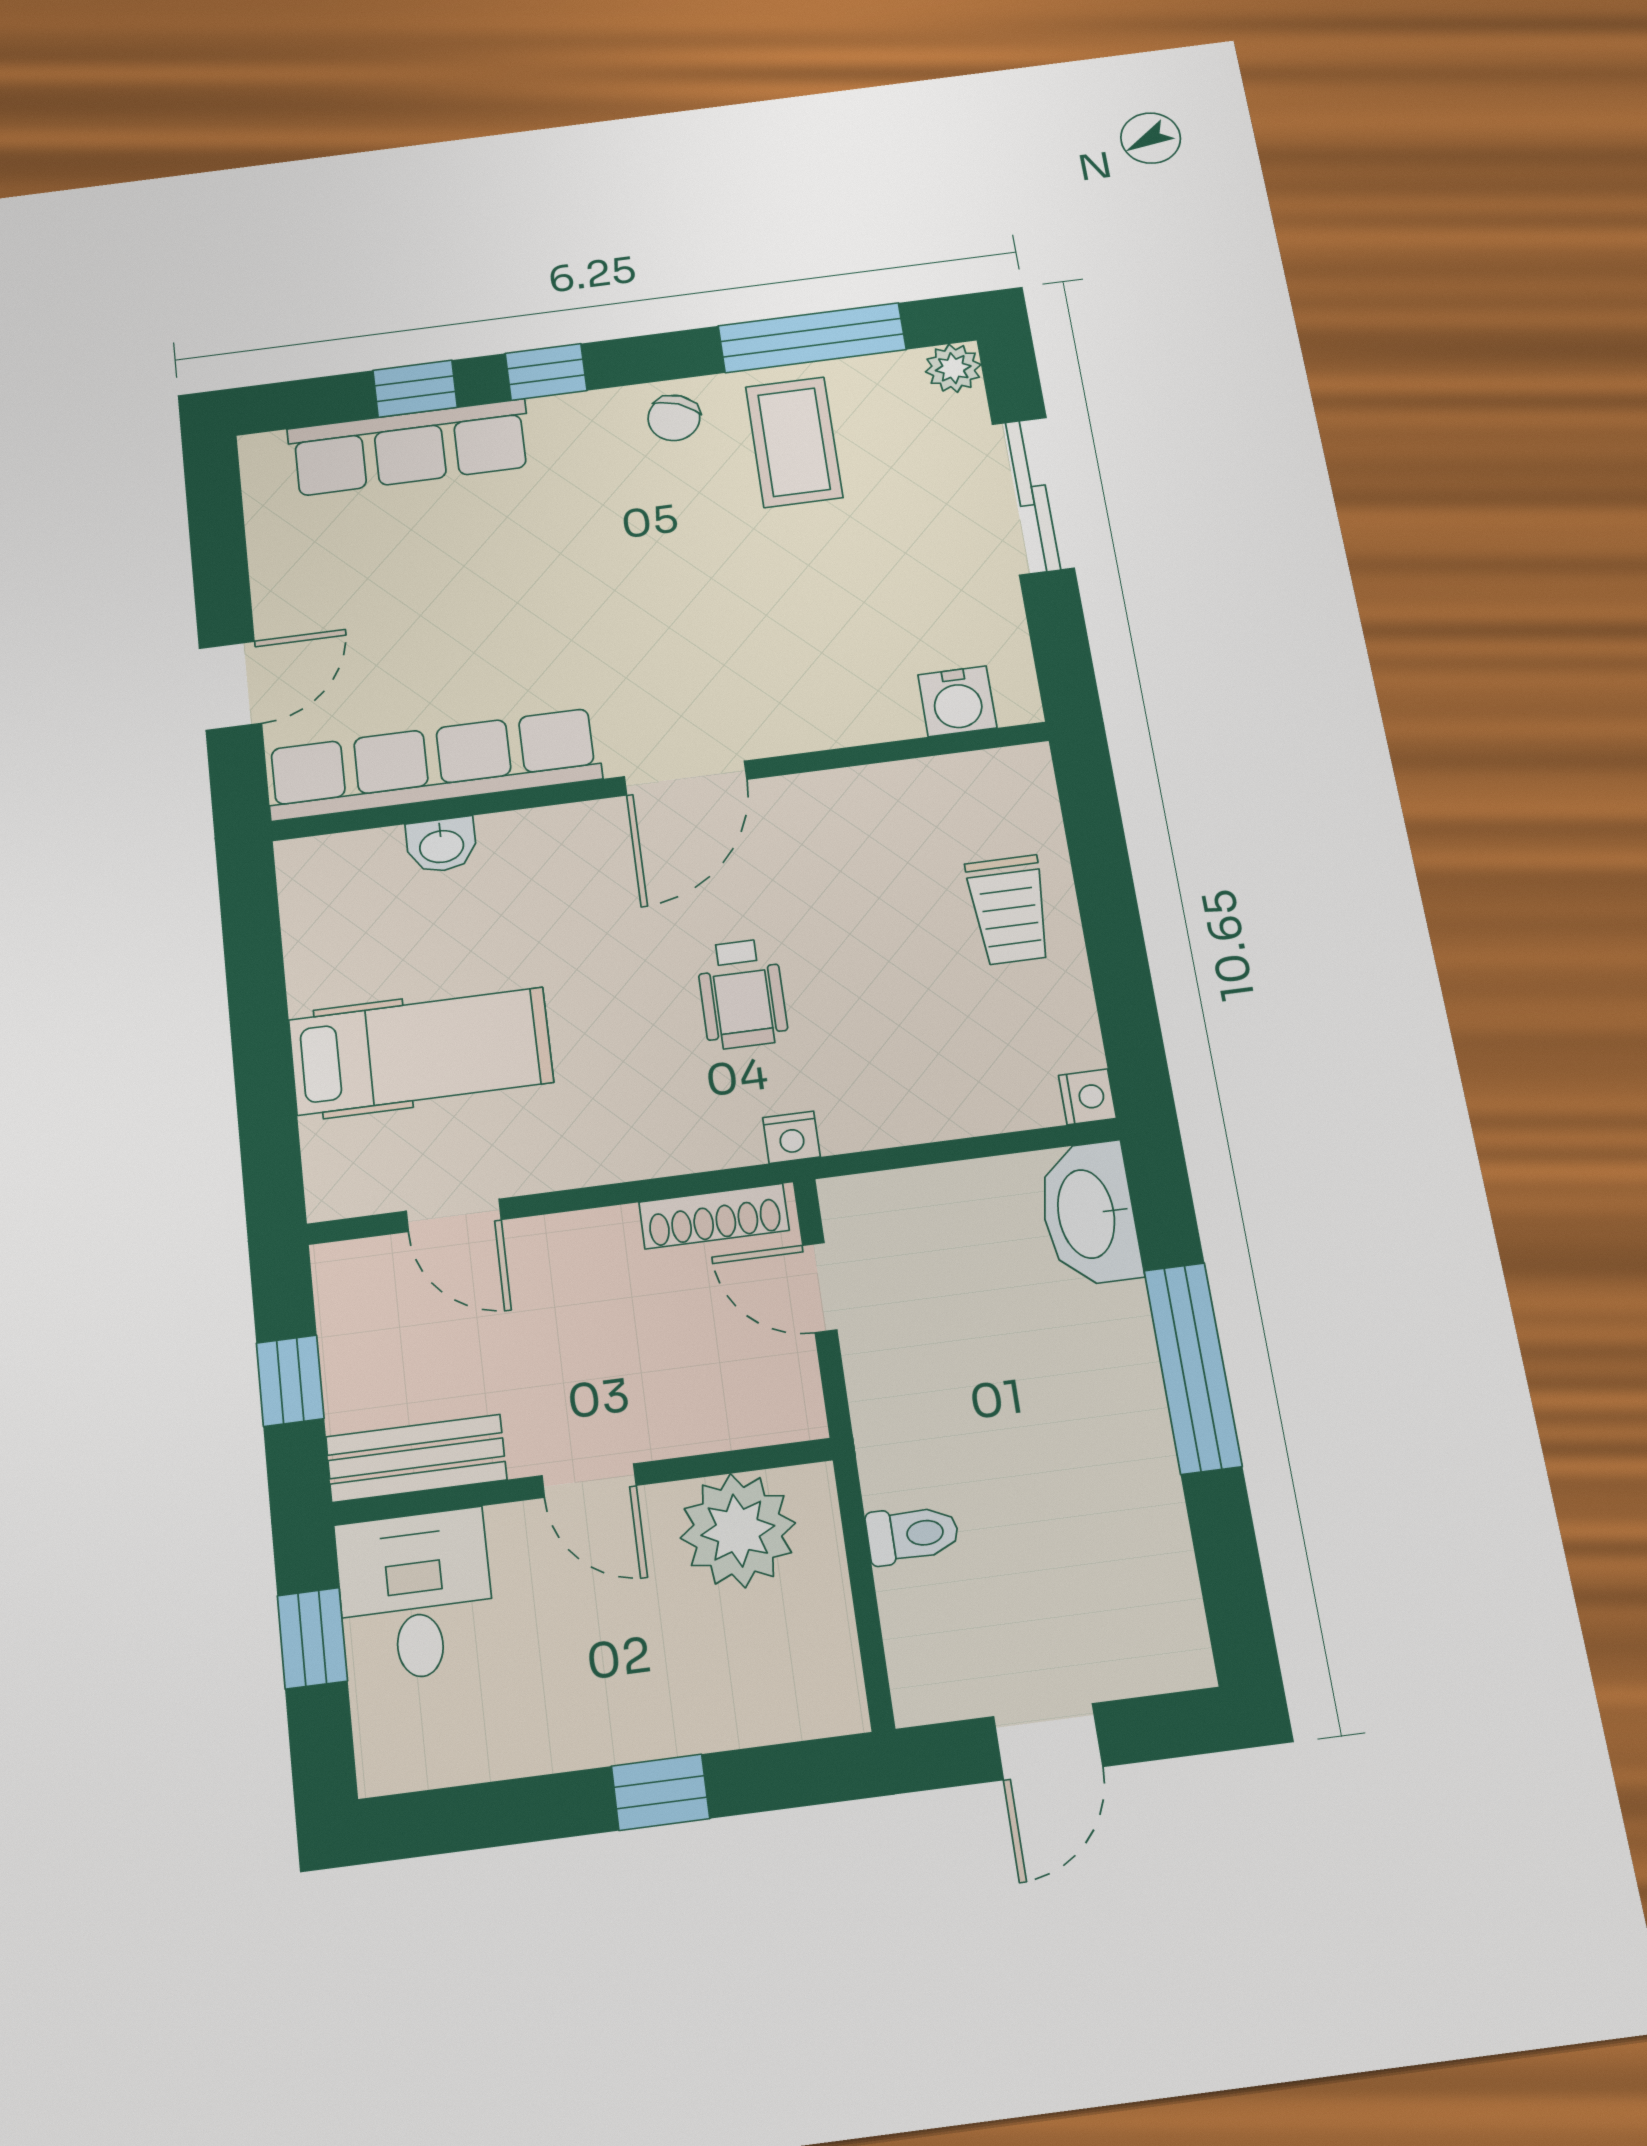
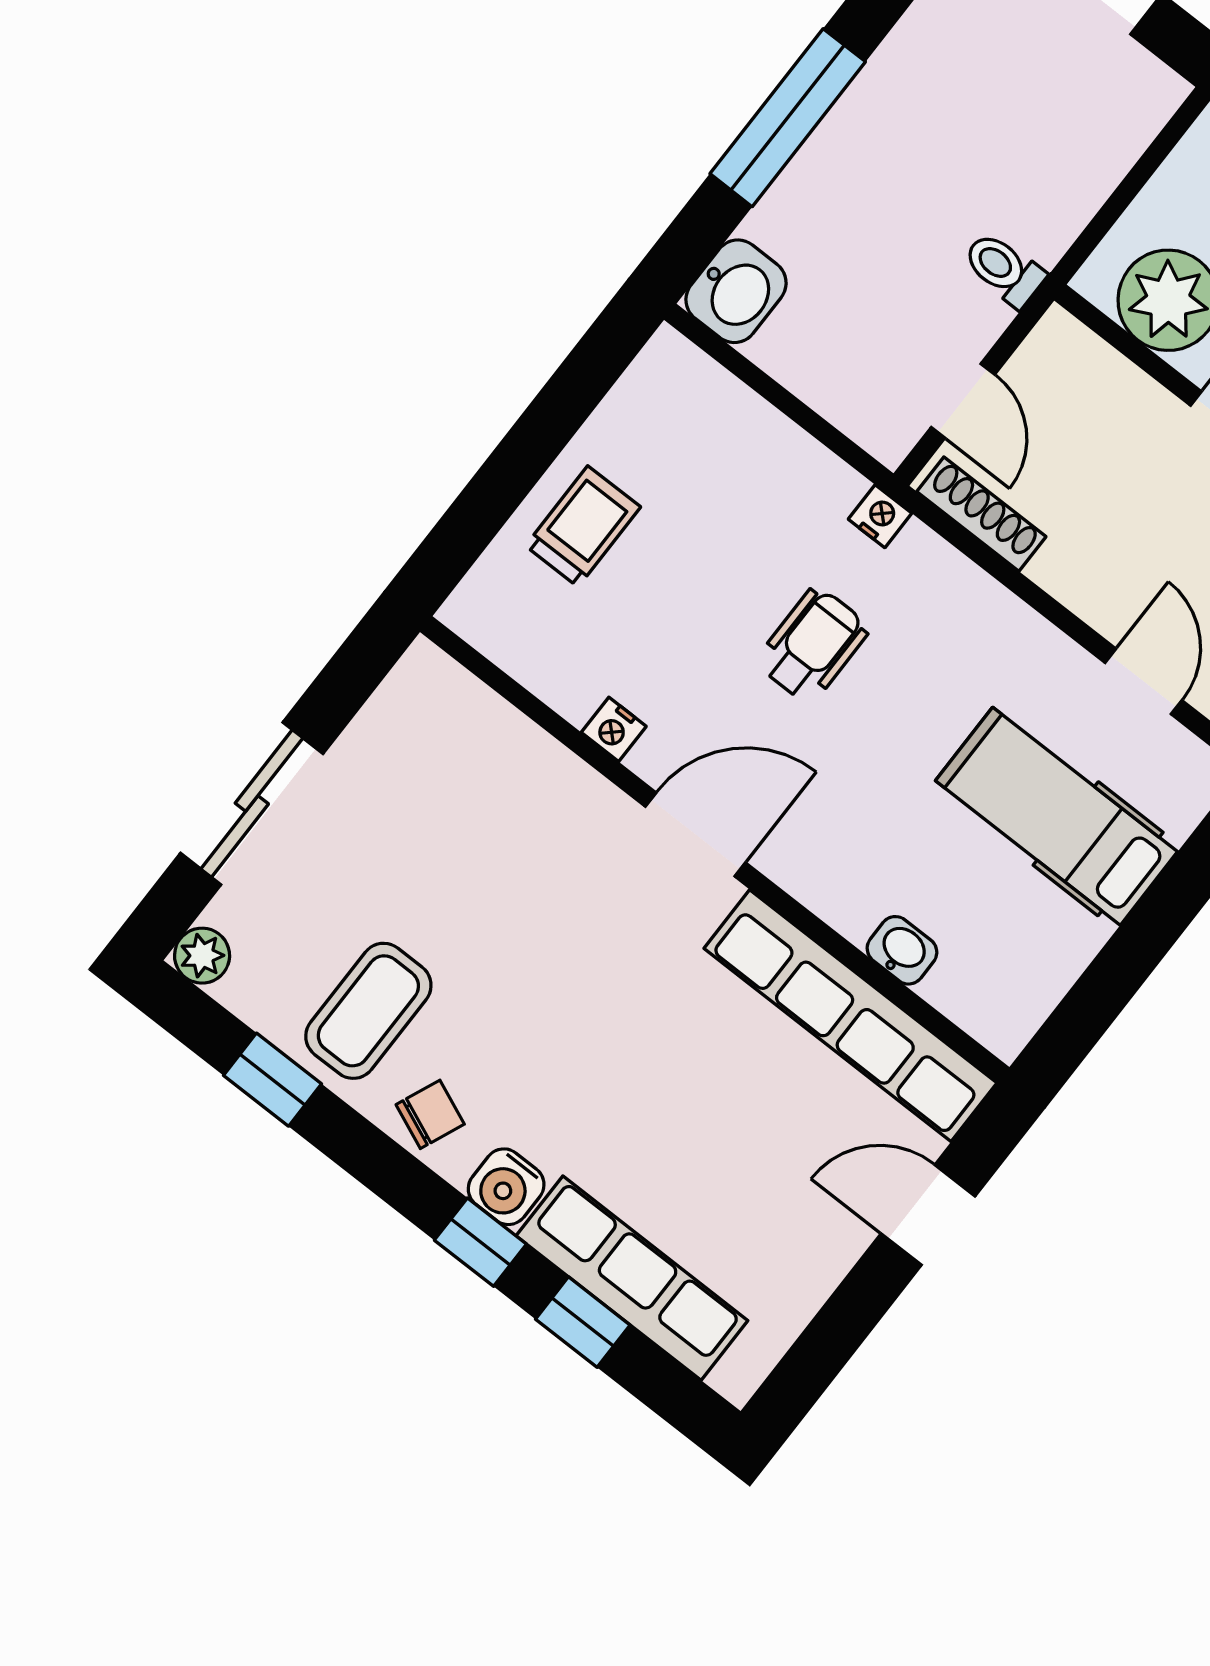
window: (812, 338) -> (273, 1080), width x0.46
water cooler: (957, 701) -> (506, 1187), moved, turned 180
nightstand: (1087, 1097) -> (614, 729), moved, turned -90
washbasin: (1089, 1214) -> (736, 291), width x0.72
toilet: (913, 1534) -> (1004, 269), moved

